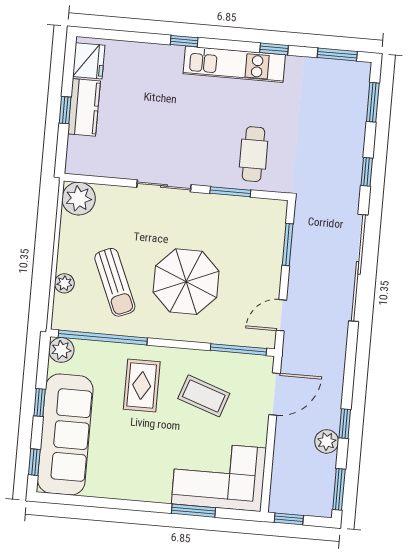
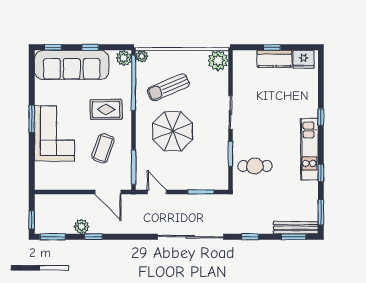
bench: (359, 97) -> (296, 228), added
plant: (64, 283) -> (142, 56), moved
corner sofa: (219, 476) -> (54, 133), moved
window: (194, 511) -> (32, 119), moved
window: (289, 519) -> (32, 220), moved

